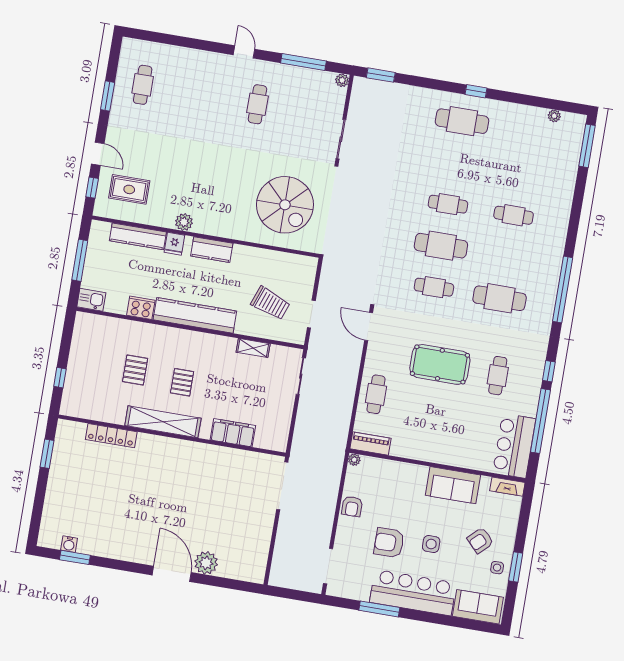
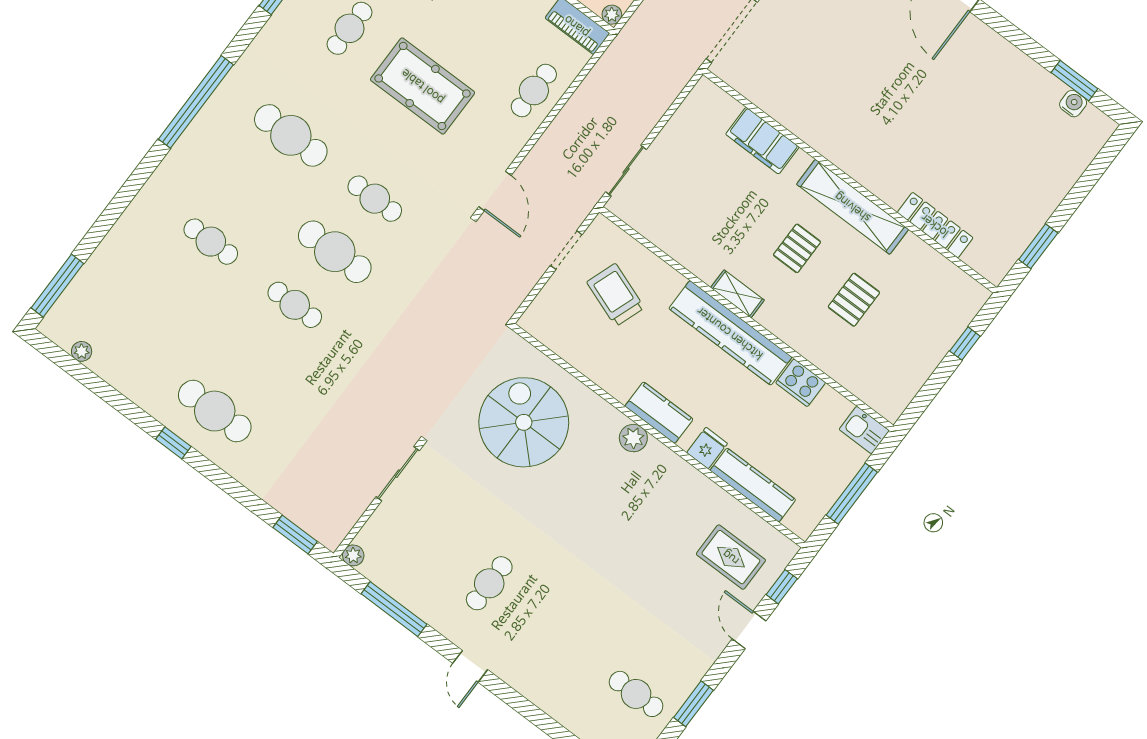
cafe table: (143, 85) -> (636, 694), turned 90
plant: (184, 222) -> (633, 438), moved
shelving: (253, 348) -> (737, 294), moved

